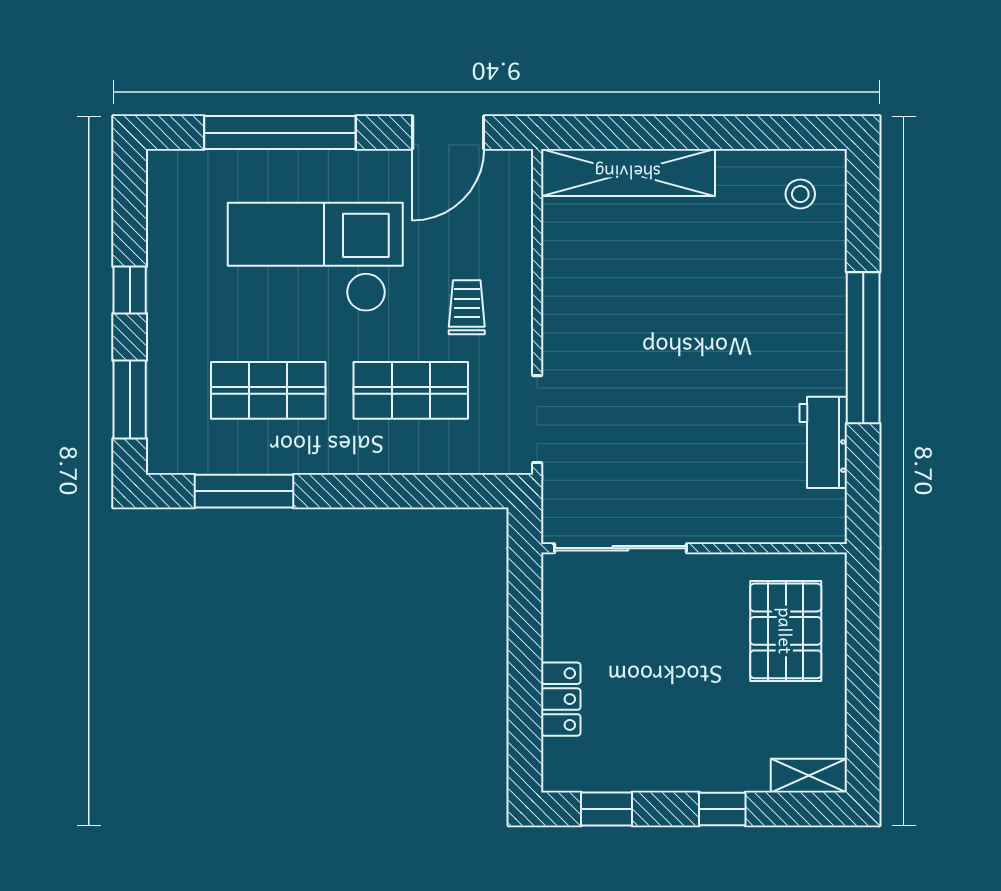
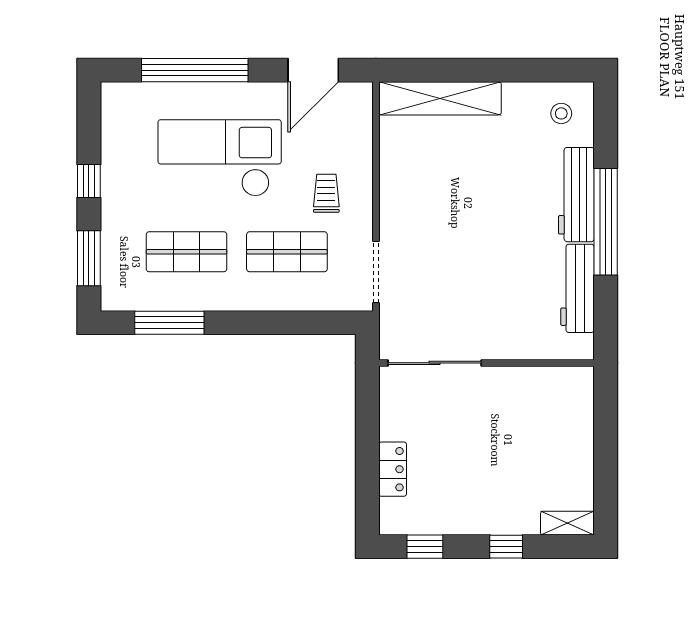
workbench: (822, 309) -> (576, 195), added
workbench: (823, 442) -> (577, 288), width x1.38
pallet: (786, 631) -> (551, 421), removed

